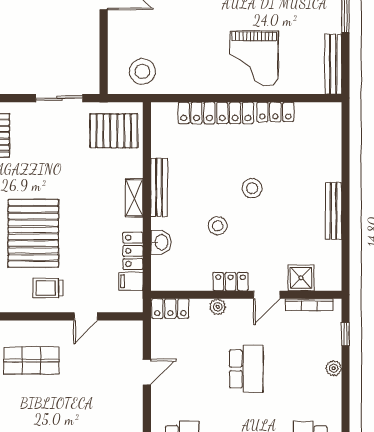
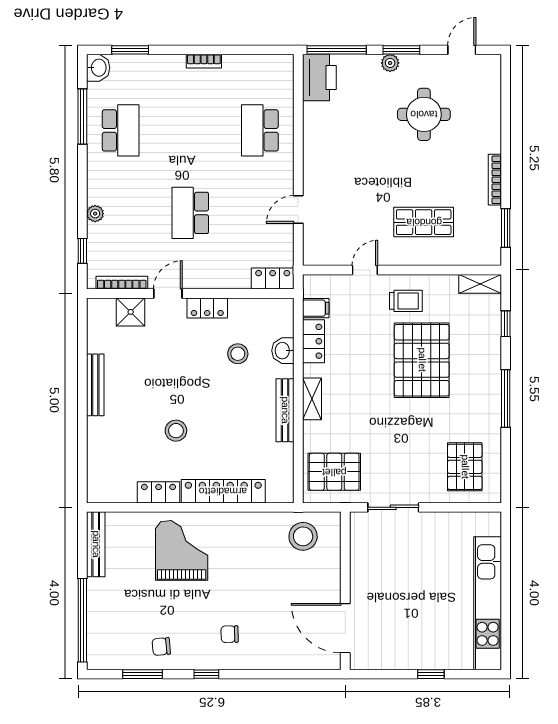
stool: (252, 188) -> (176, 431), moved
stool: (218, 226) -> (238, 354), moved
plant: (218, 307) -> (221, 280), removed

